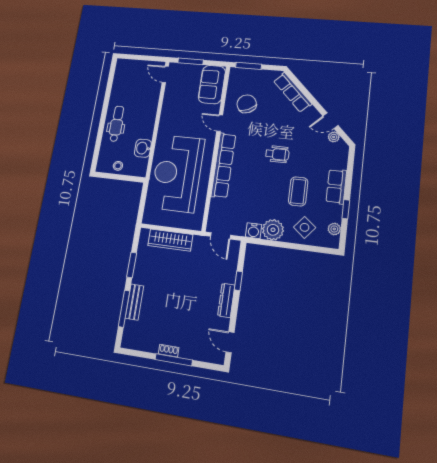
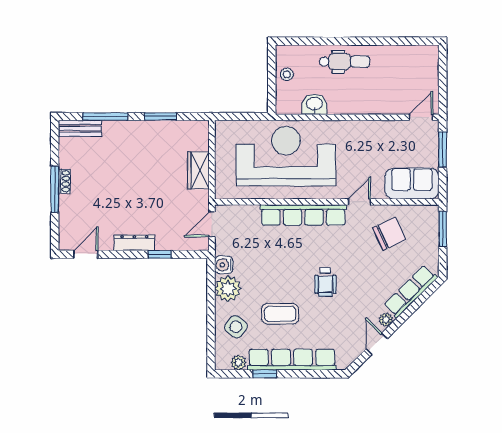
plant: (334, 137) -> (386, 320), moved
row of seats: (336, 186) -> (292, 360), width x2.02
wardrobe: (170, 240) -> (198, 171), width x0.67
bench: (134, 302) -> (80, 128), moved

